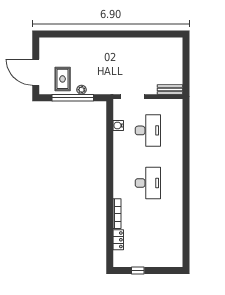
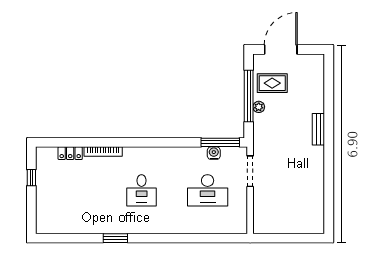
bench: (170, 89) -> (318, 129), moved
window: (110, 120) -> (220, 142), added
desk: (148, 183) -> (142, 190), width x0.73
window: (186, 204) -> (115, 238), added

